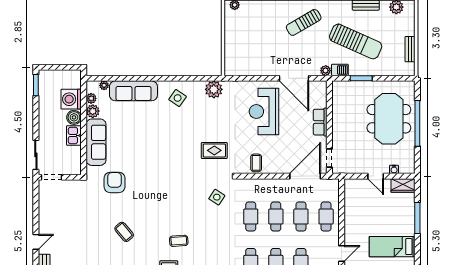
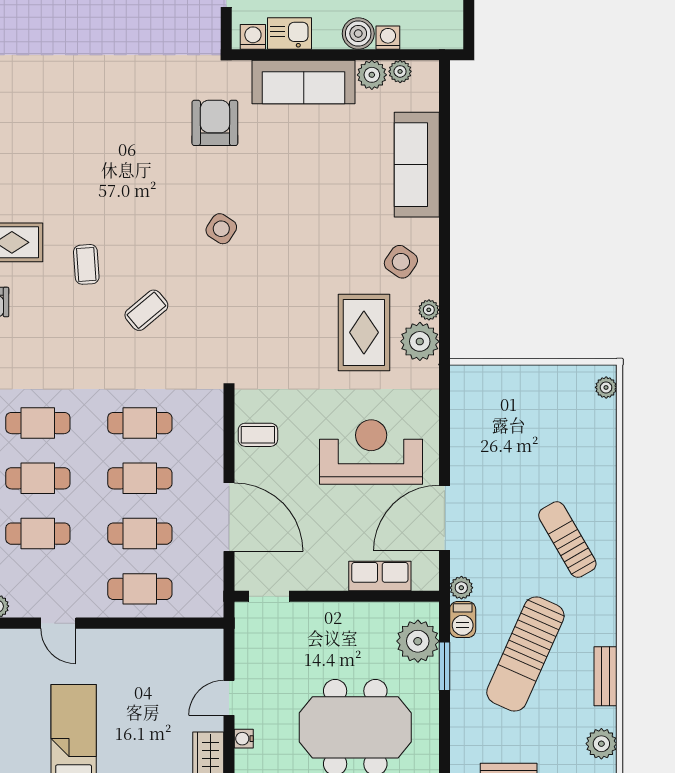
plant: (104, 85) -> (429, 310), moved
plant: (350, 90) -> (418, 641), added
washing machine: (71, 99) -> (388, 38), width x0.53, depth x0.53
row of seats: (320, 122) -> (380, 576), moved
kitchen sink: (74, 135) -> (290, 33), moved
rug: (214, 150) -> (364, 332), moved, width x1.36, depth x1.43
washing machine: (75, 165) -> (253, 37), added
door: (305, 176) -> (229, 517), moved
armchair: (115, 182) -> (215, 123), turned -90
side table: (217, 197) -> (221, 229), moved
coffee table: (124, 232) -> (146, 310), moved

